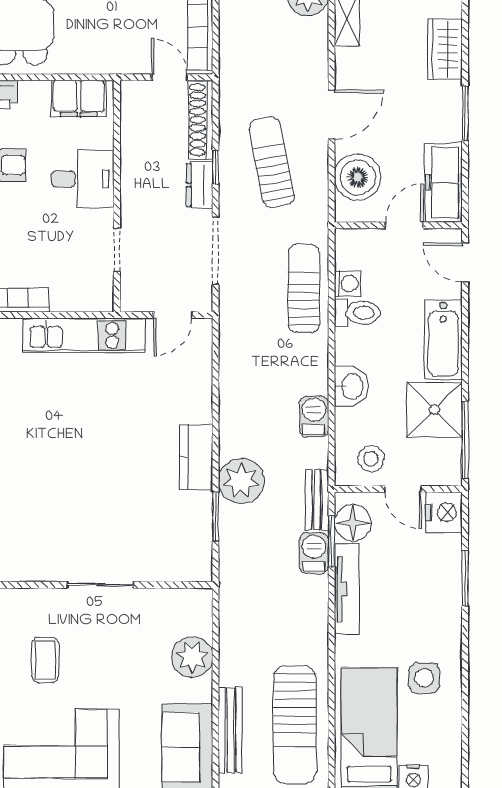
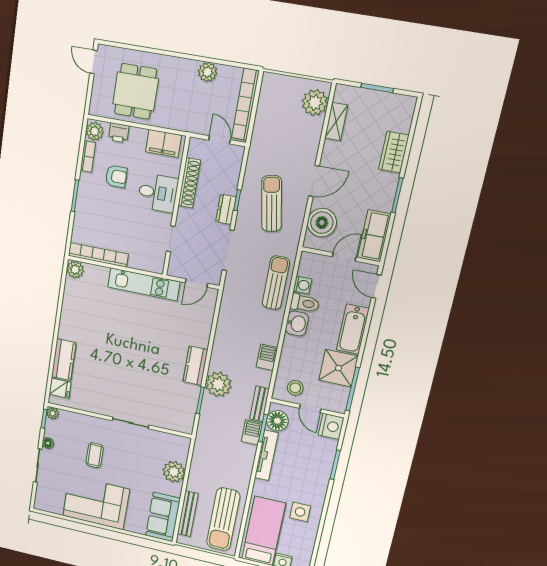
shoe rack: (200, 120) -> (189, 183), moved, turned 180
washbasin: (351, 386) -> (297, 324), moved

